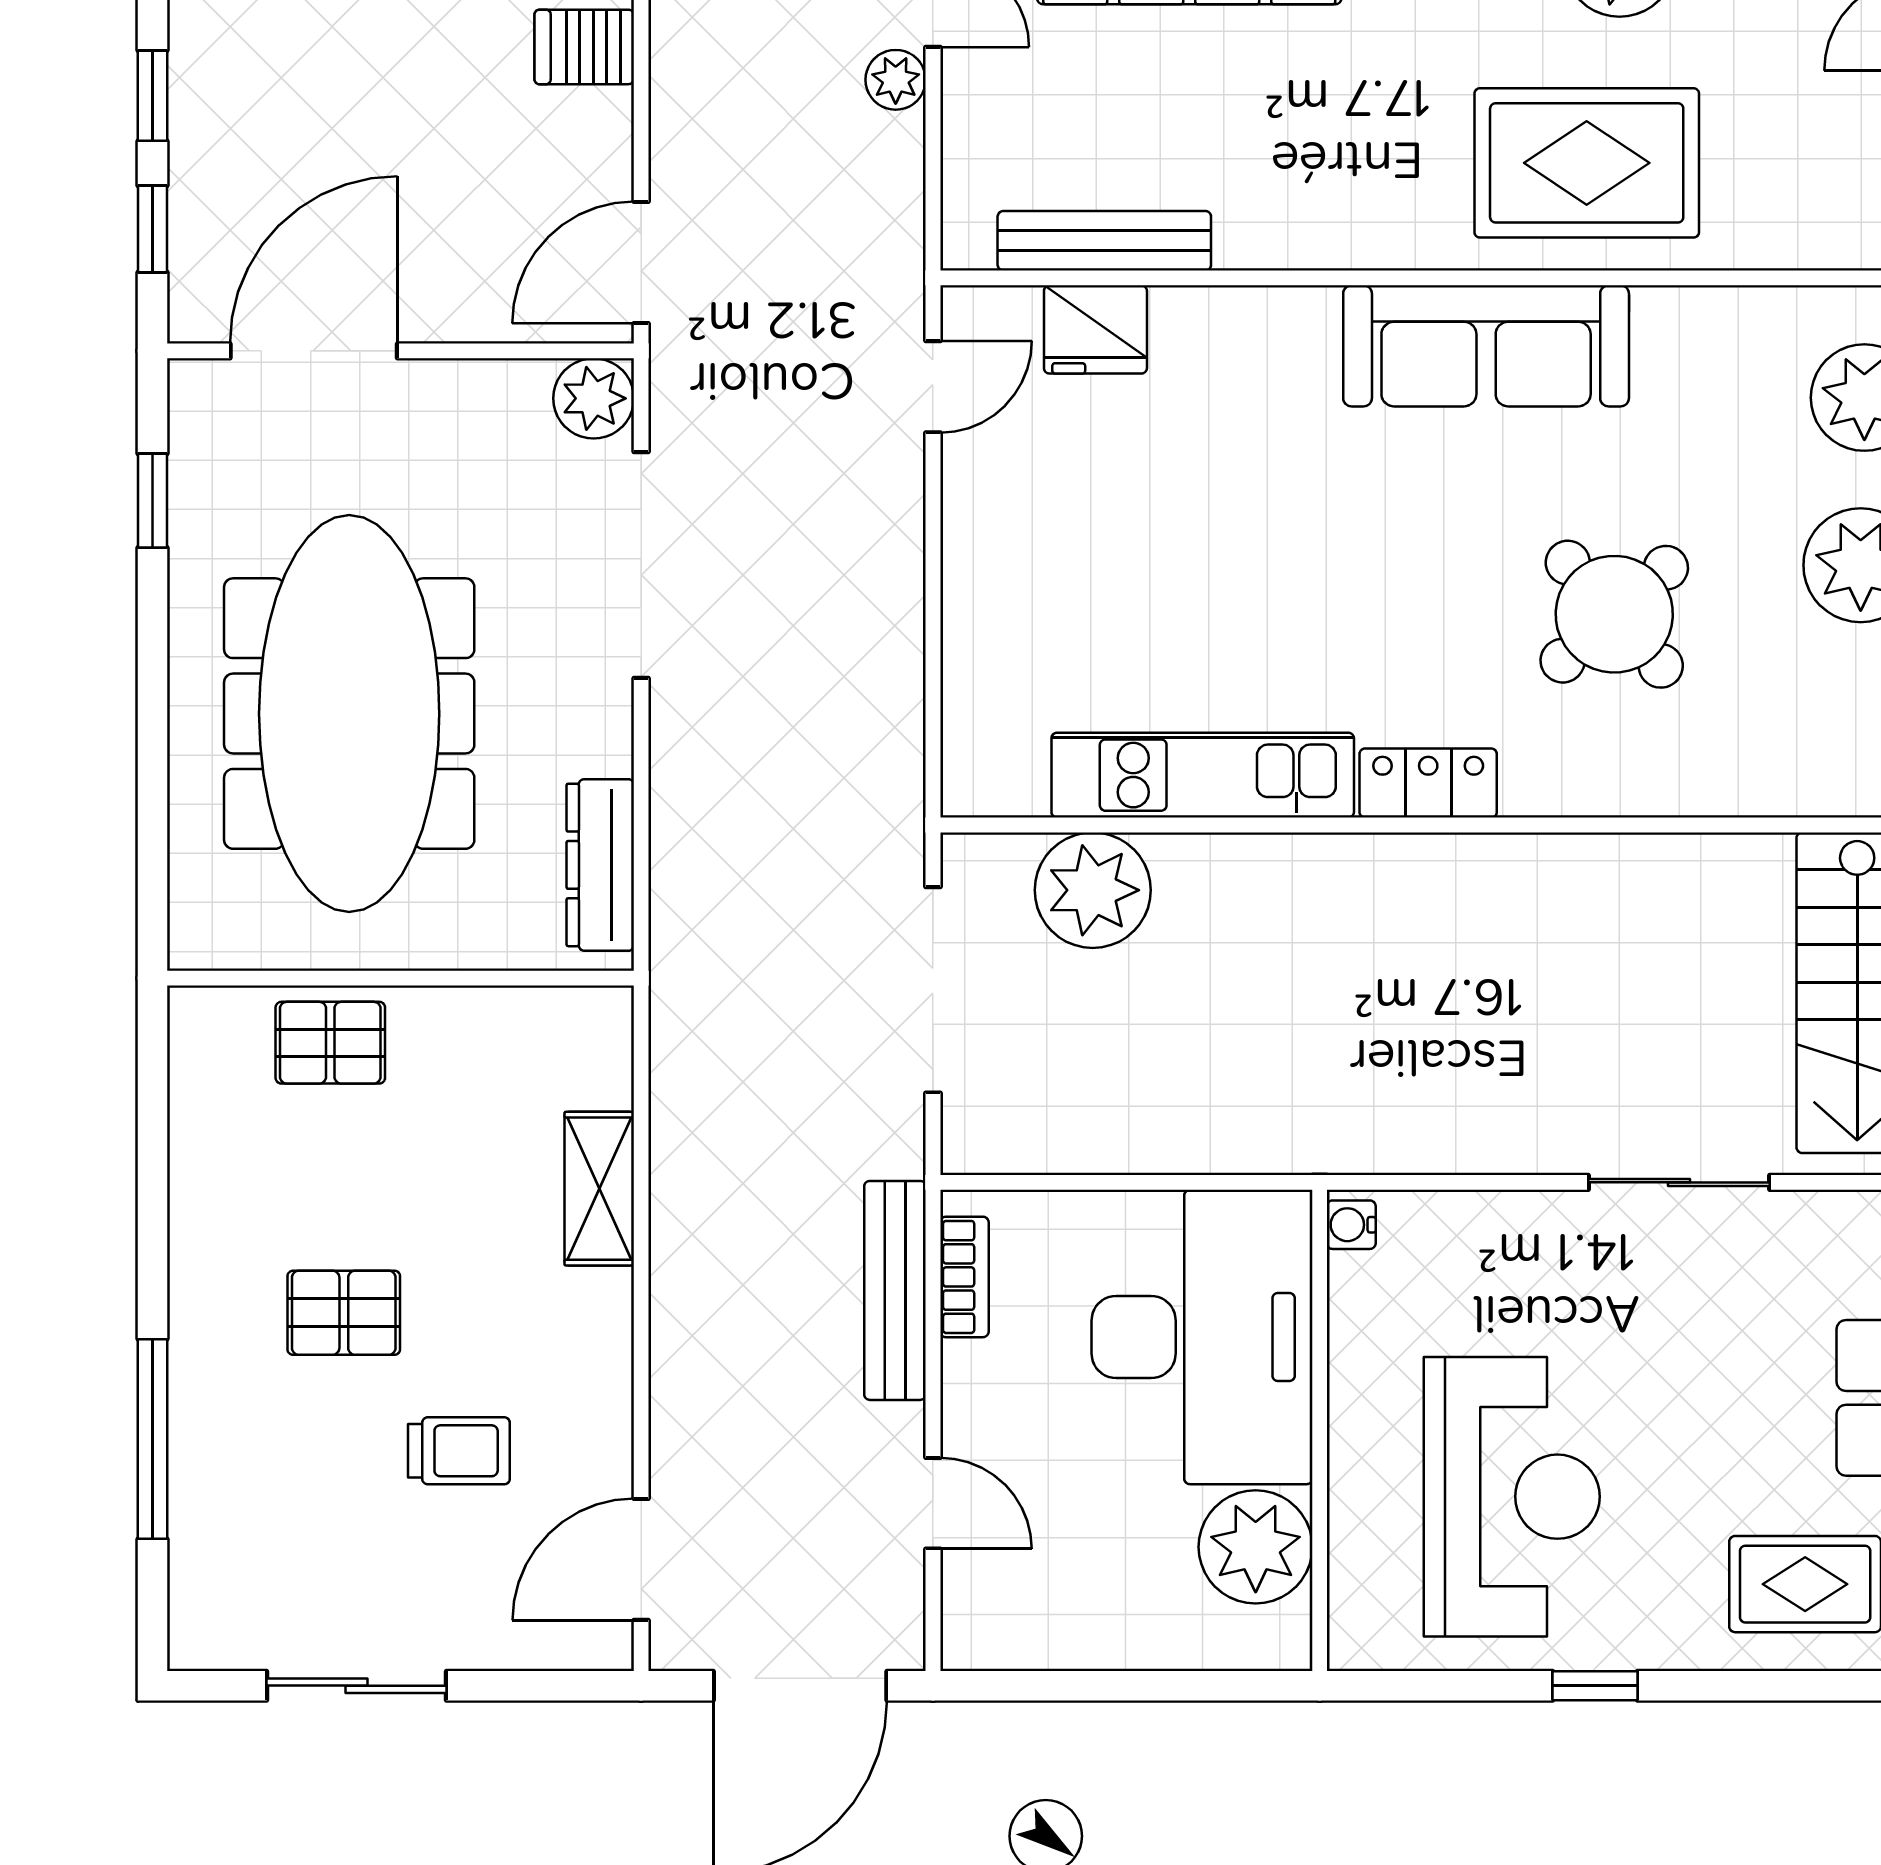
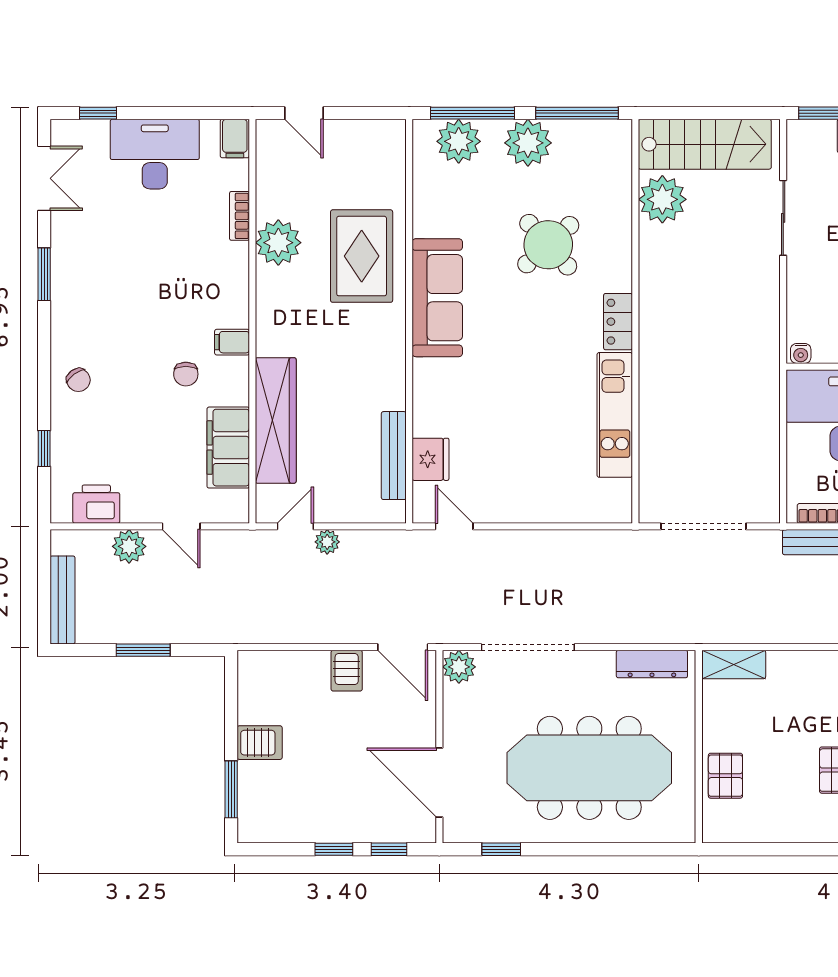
server rack: (584, 47) -> (347, 671), moved
plant: (1093, 890) -> (662, 199), moved
shelving: (599, 1189) -> (734, 664), moved

